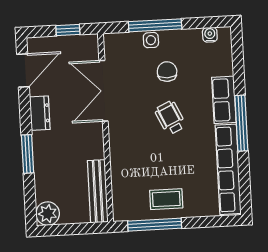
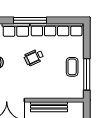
wheelchair: (170, 118) -> (34, 57), moved
bench: (98, 191) -> (49, 107), moved

